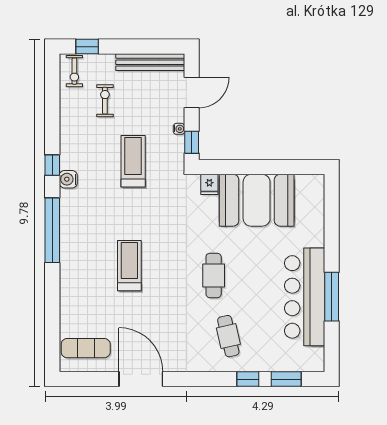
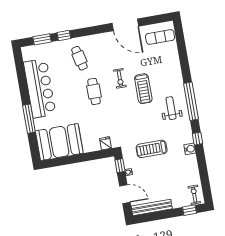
door: (192, 92) -> (125, 194), swing flipped
exercise bike: (105, 101) -> (120, 78), moved
treadmill: (133, 161) -> (152, 149), turned 90
water cooler: (68, 179) -> (190, 149), moved
booth: (257, 200) -> (59, 142), moved
weight bench: (88, 225) -> (171, 108), added
window: (332, 297) -> (29, 119), moved

